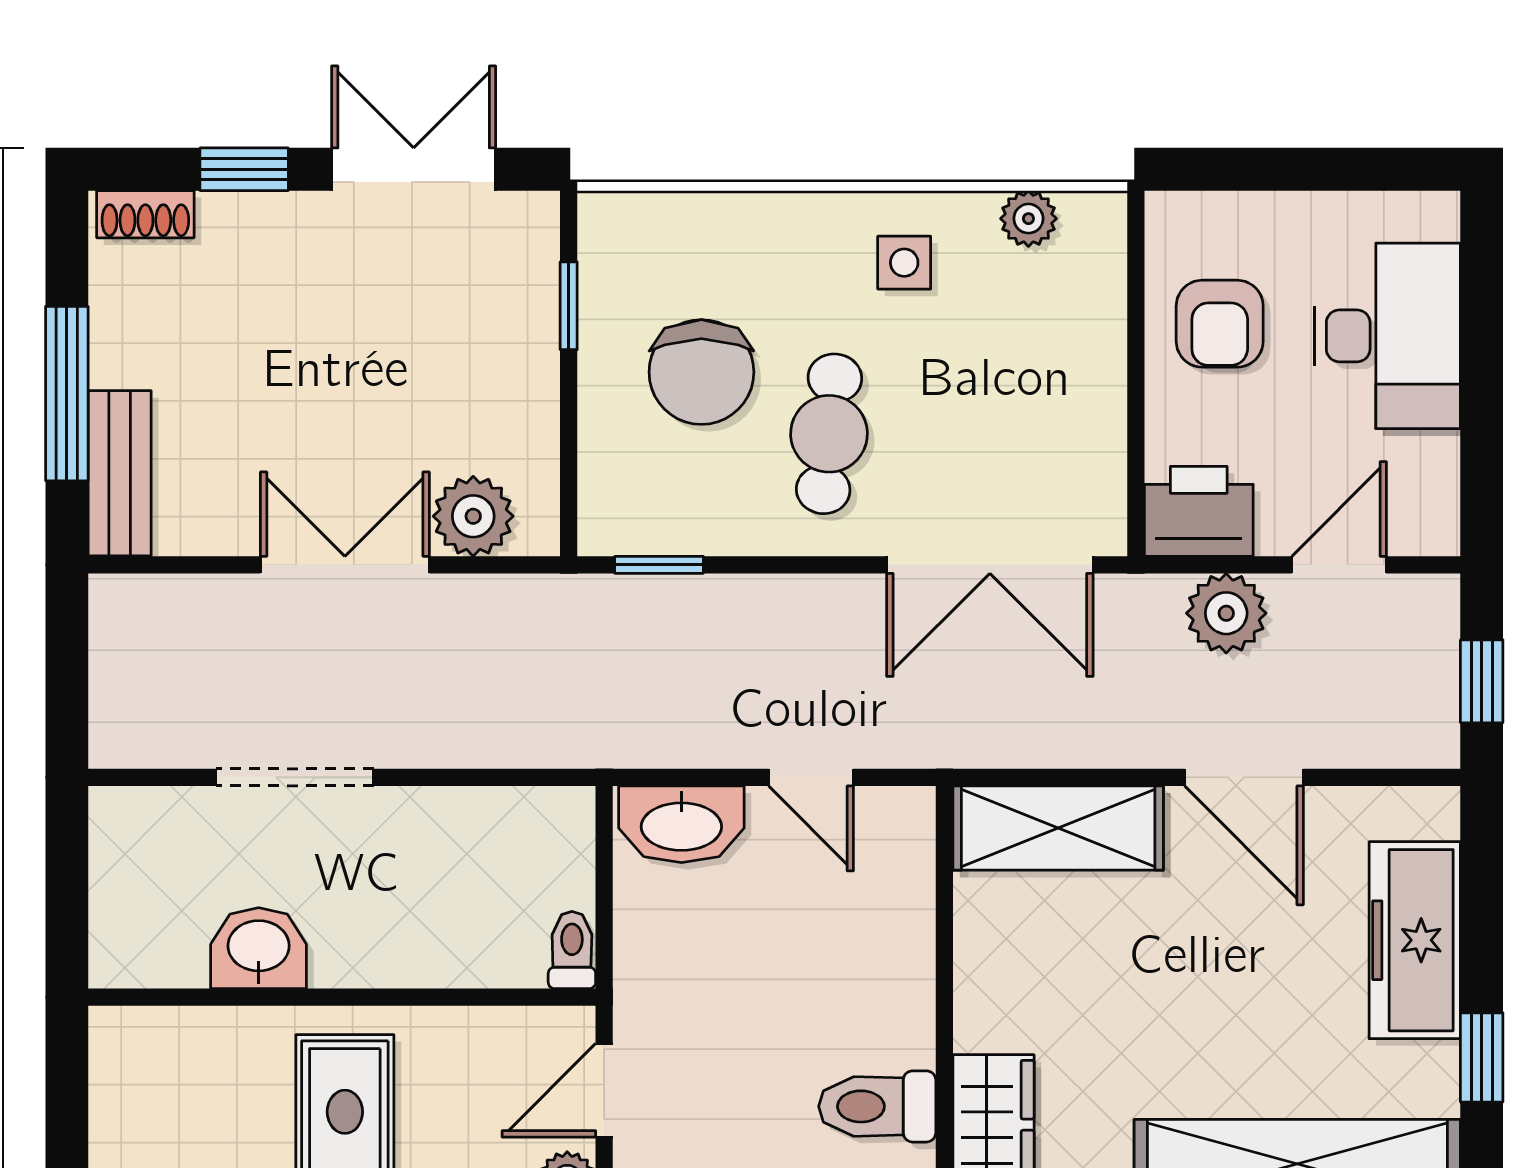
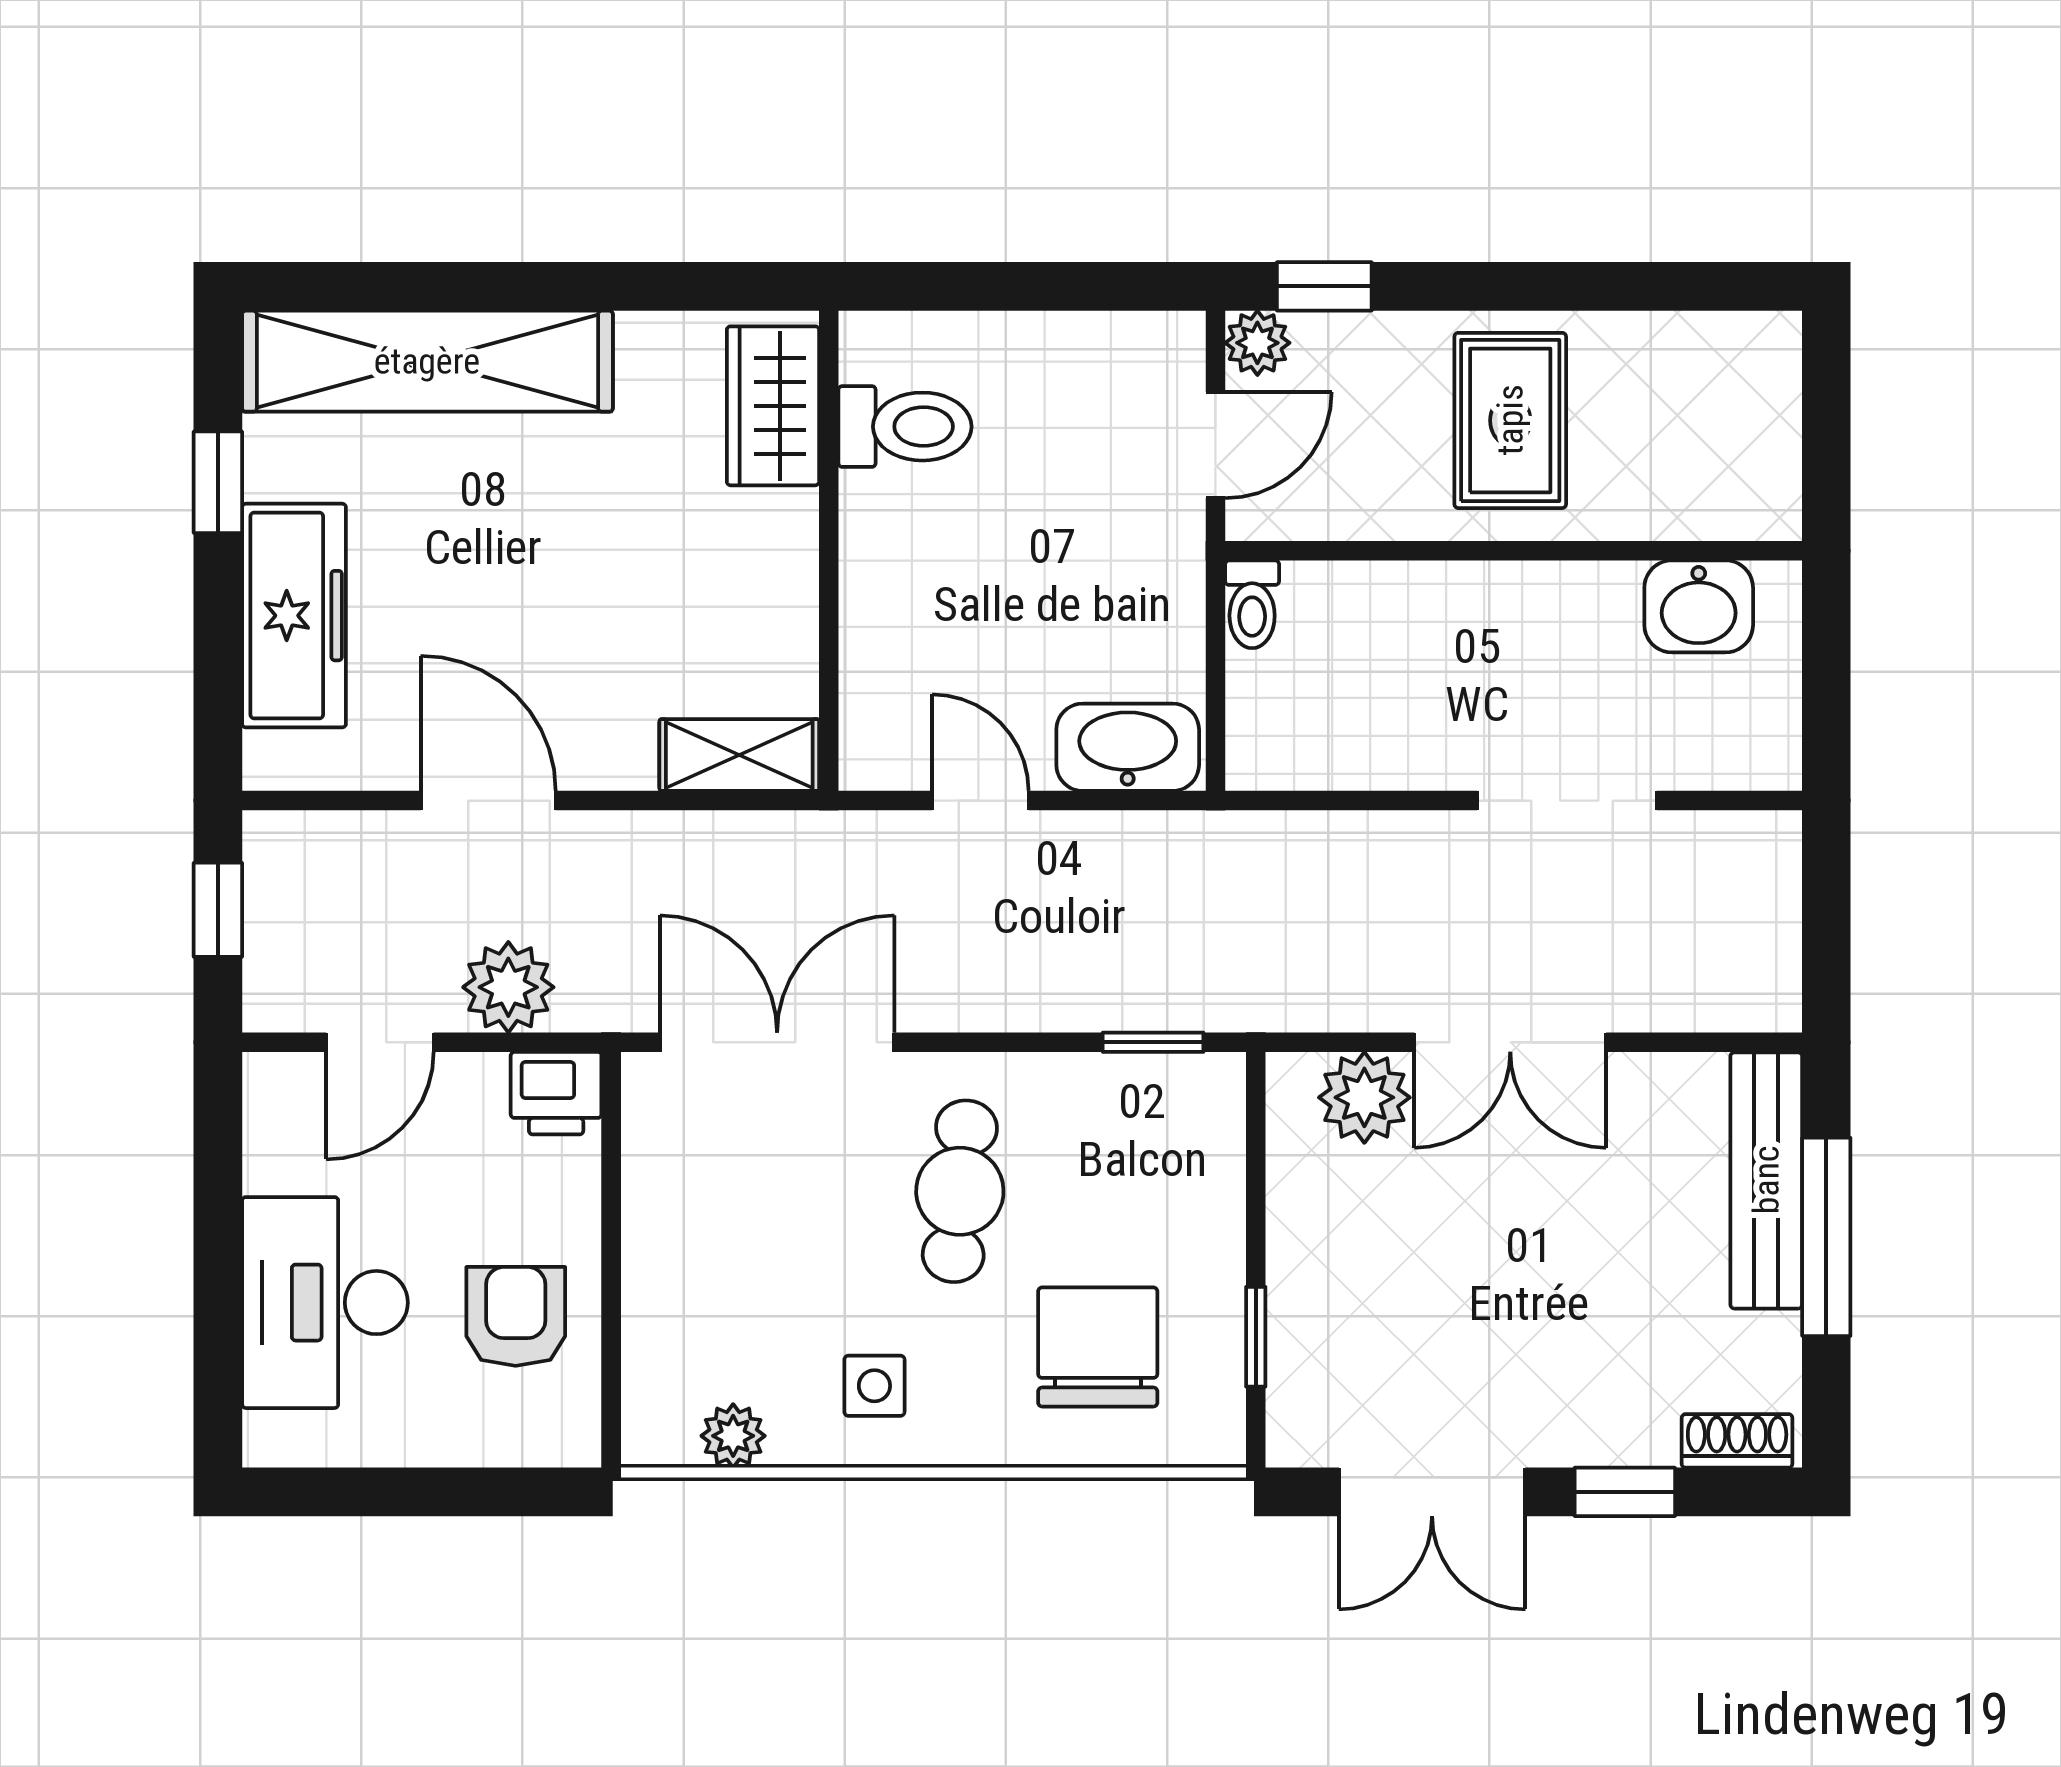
chair: (701, 372) -> (1098, 1347), moved
bench: (120, 473) -> (1766, 1180), width x1.36
printer: (1199, 511) -> (556, 1093), width x0.73, depth x0.81
shelving: (1058, 828) -> (739, 755), width x0.67, depth x0.75
washbasin: (259, 948) -> (1699, 606), moved

